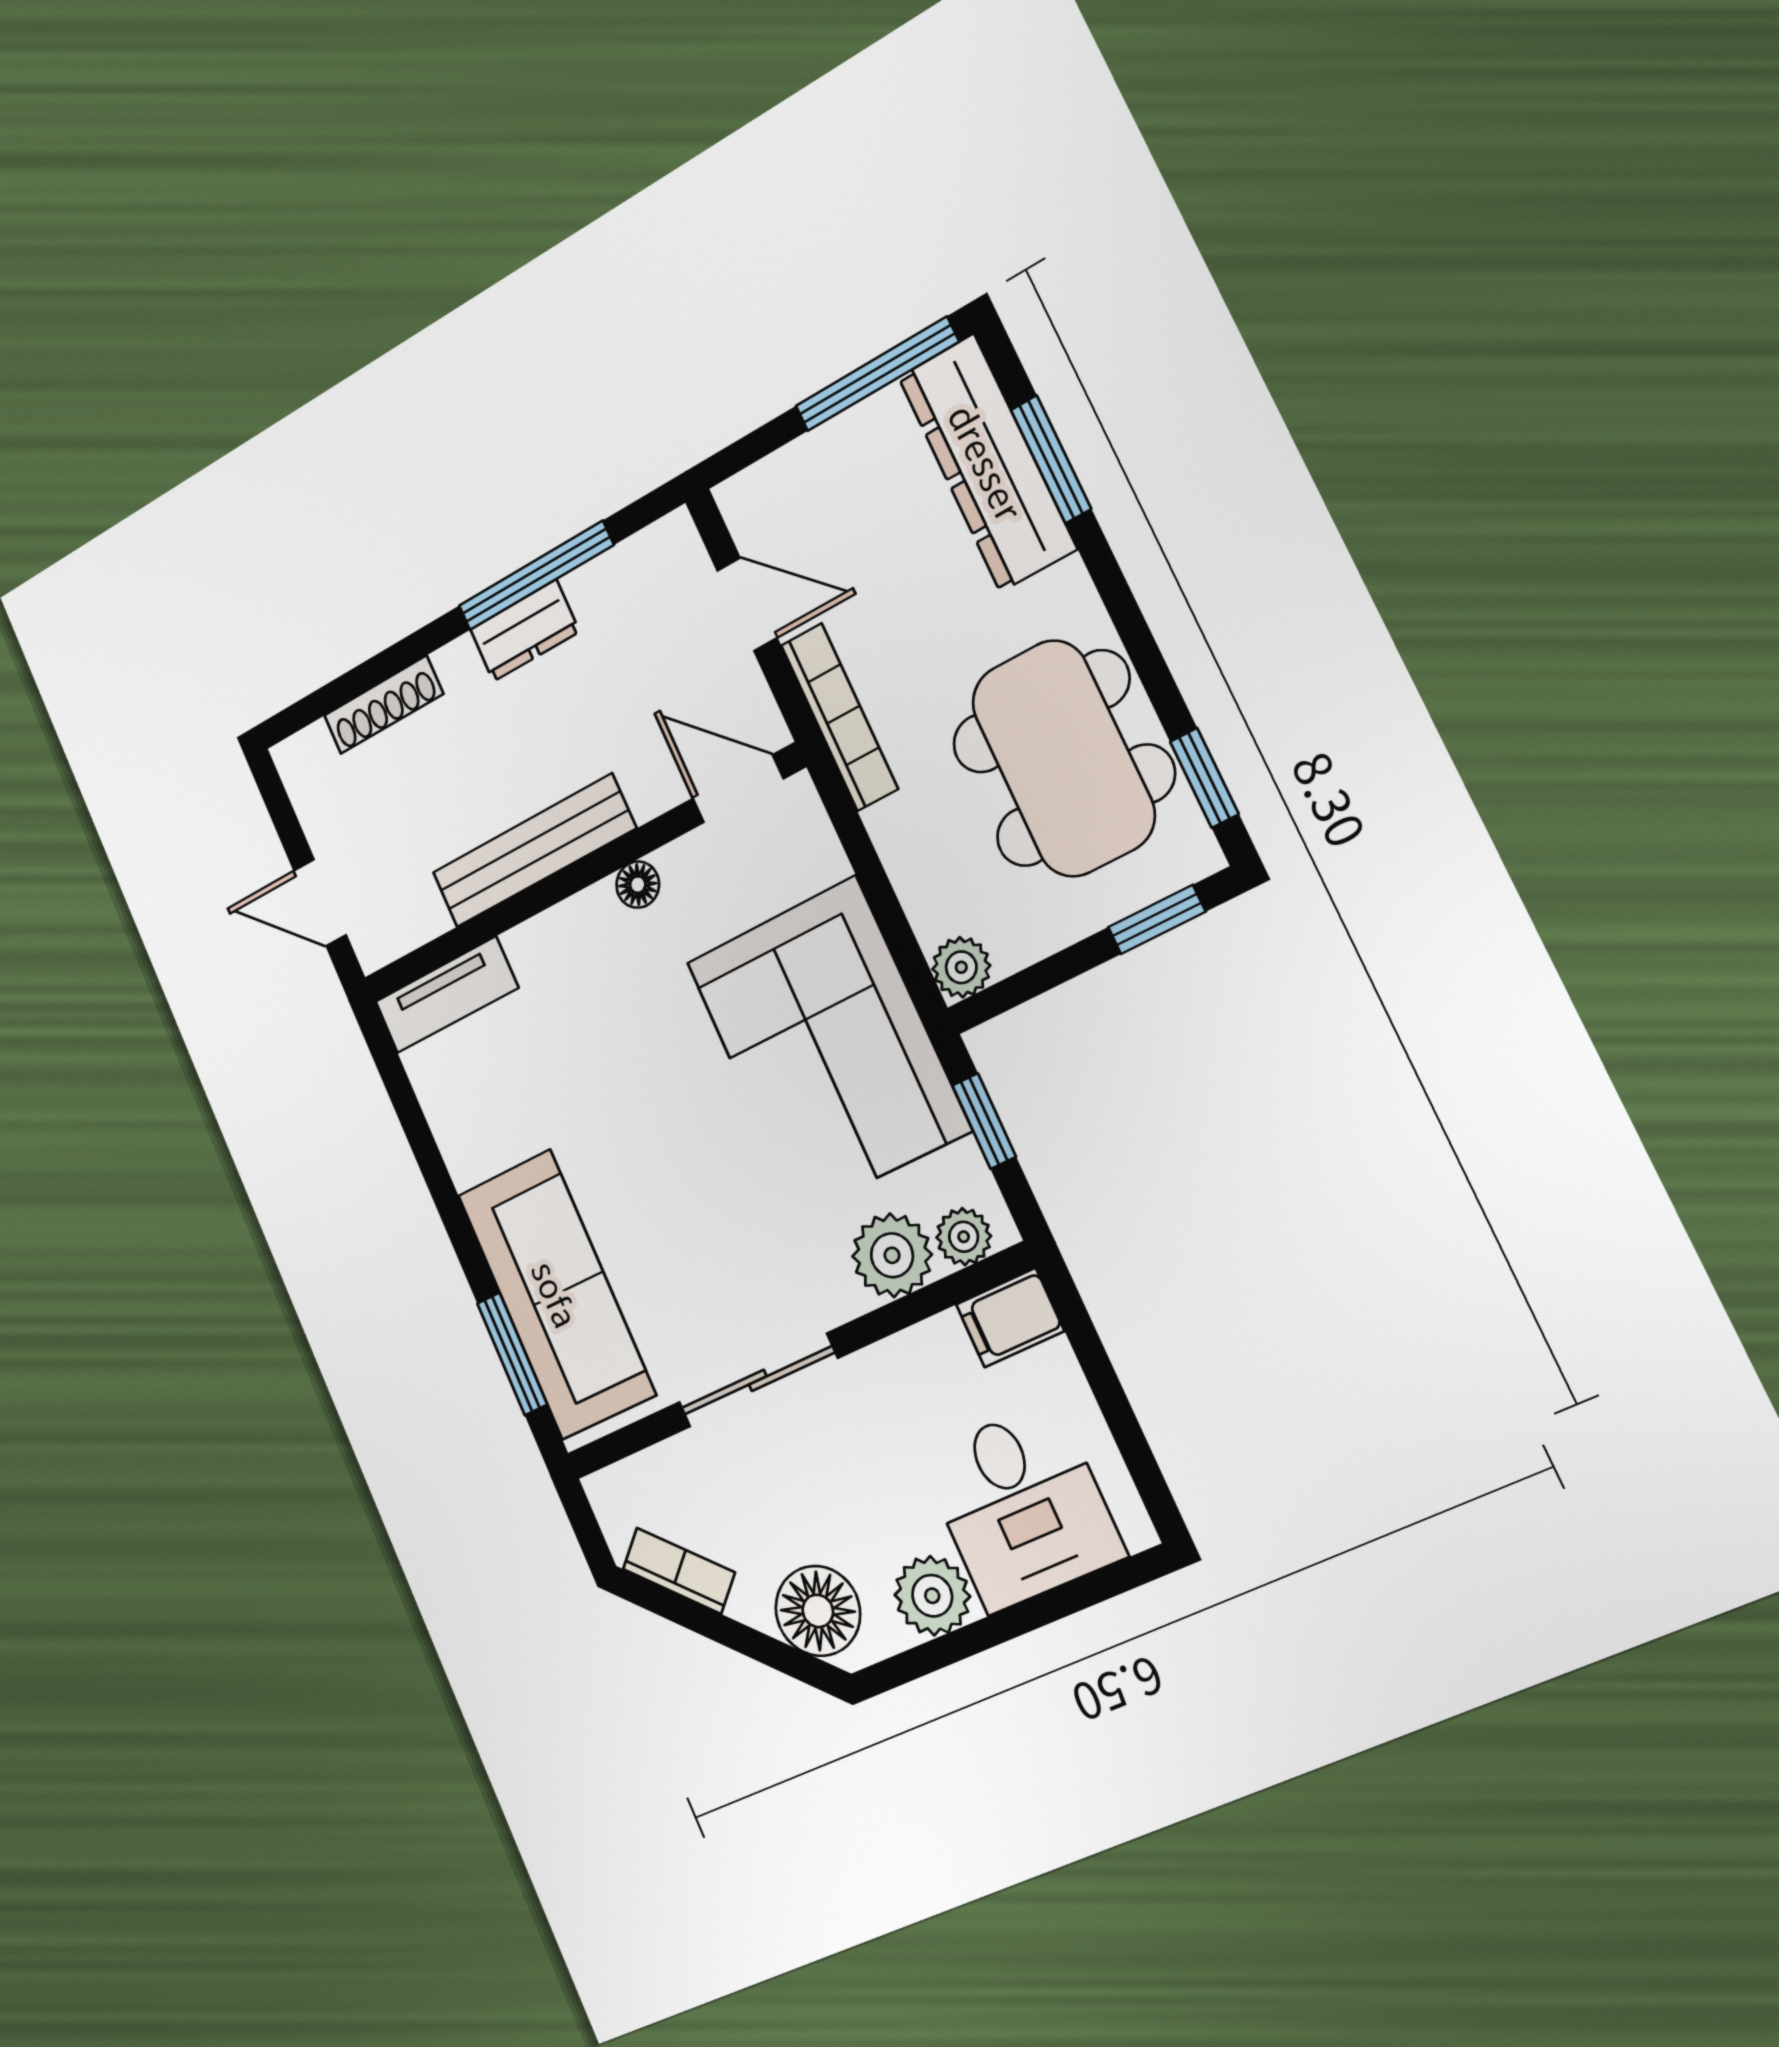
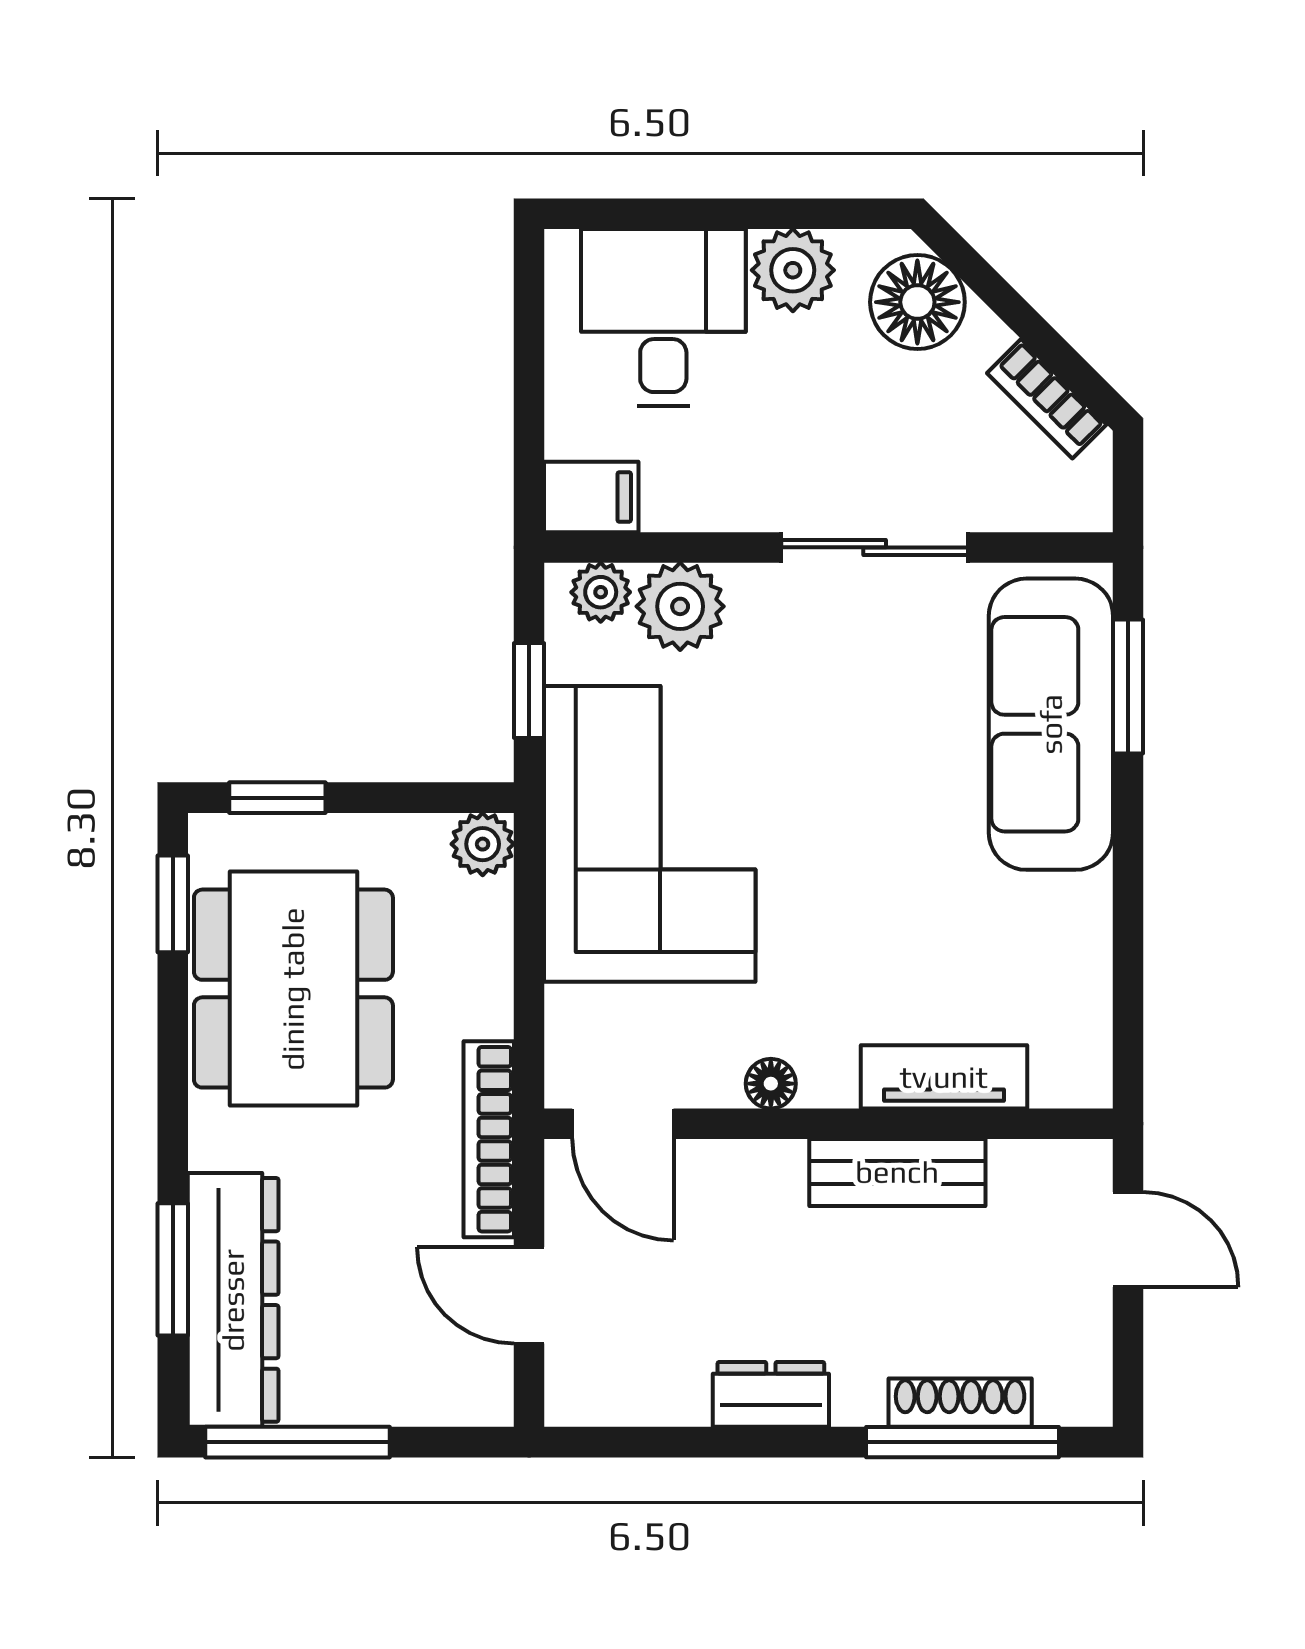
window: (536, 576) -> (962, 1442), moved
bench: (534, 851) -> (897, 1172), width x0.73
tv unit: (446, 995) -> (944, 1077), moved

